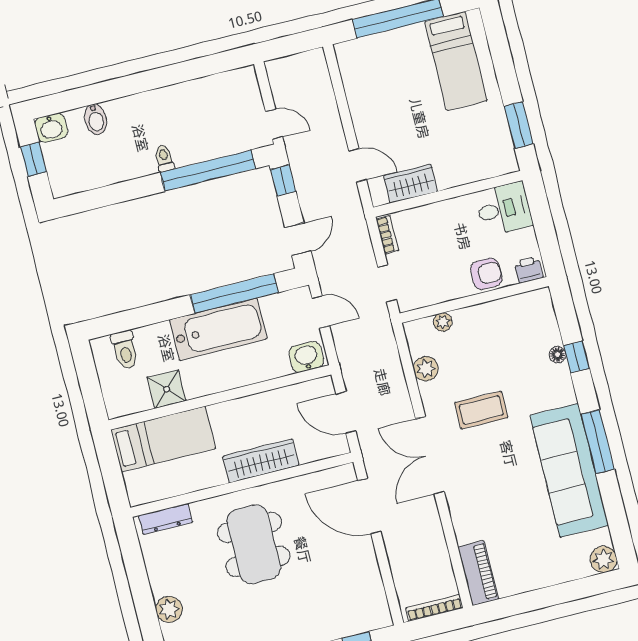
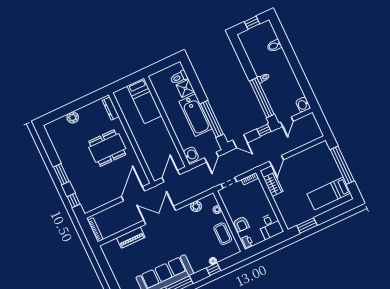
washbasin: (51, 128) -> (303, 105), moved
shower: (166, 389) -> (185, 88), moved
coffee table: (481, 410) -> (223, 234), moved
wardrobe: (261, 461) -> (143, 144), removed
piano: (478, 573) -> (131, 238), moved

